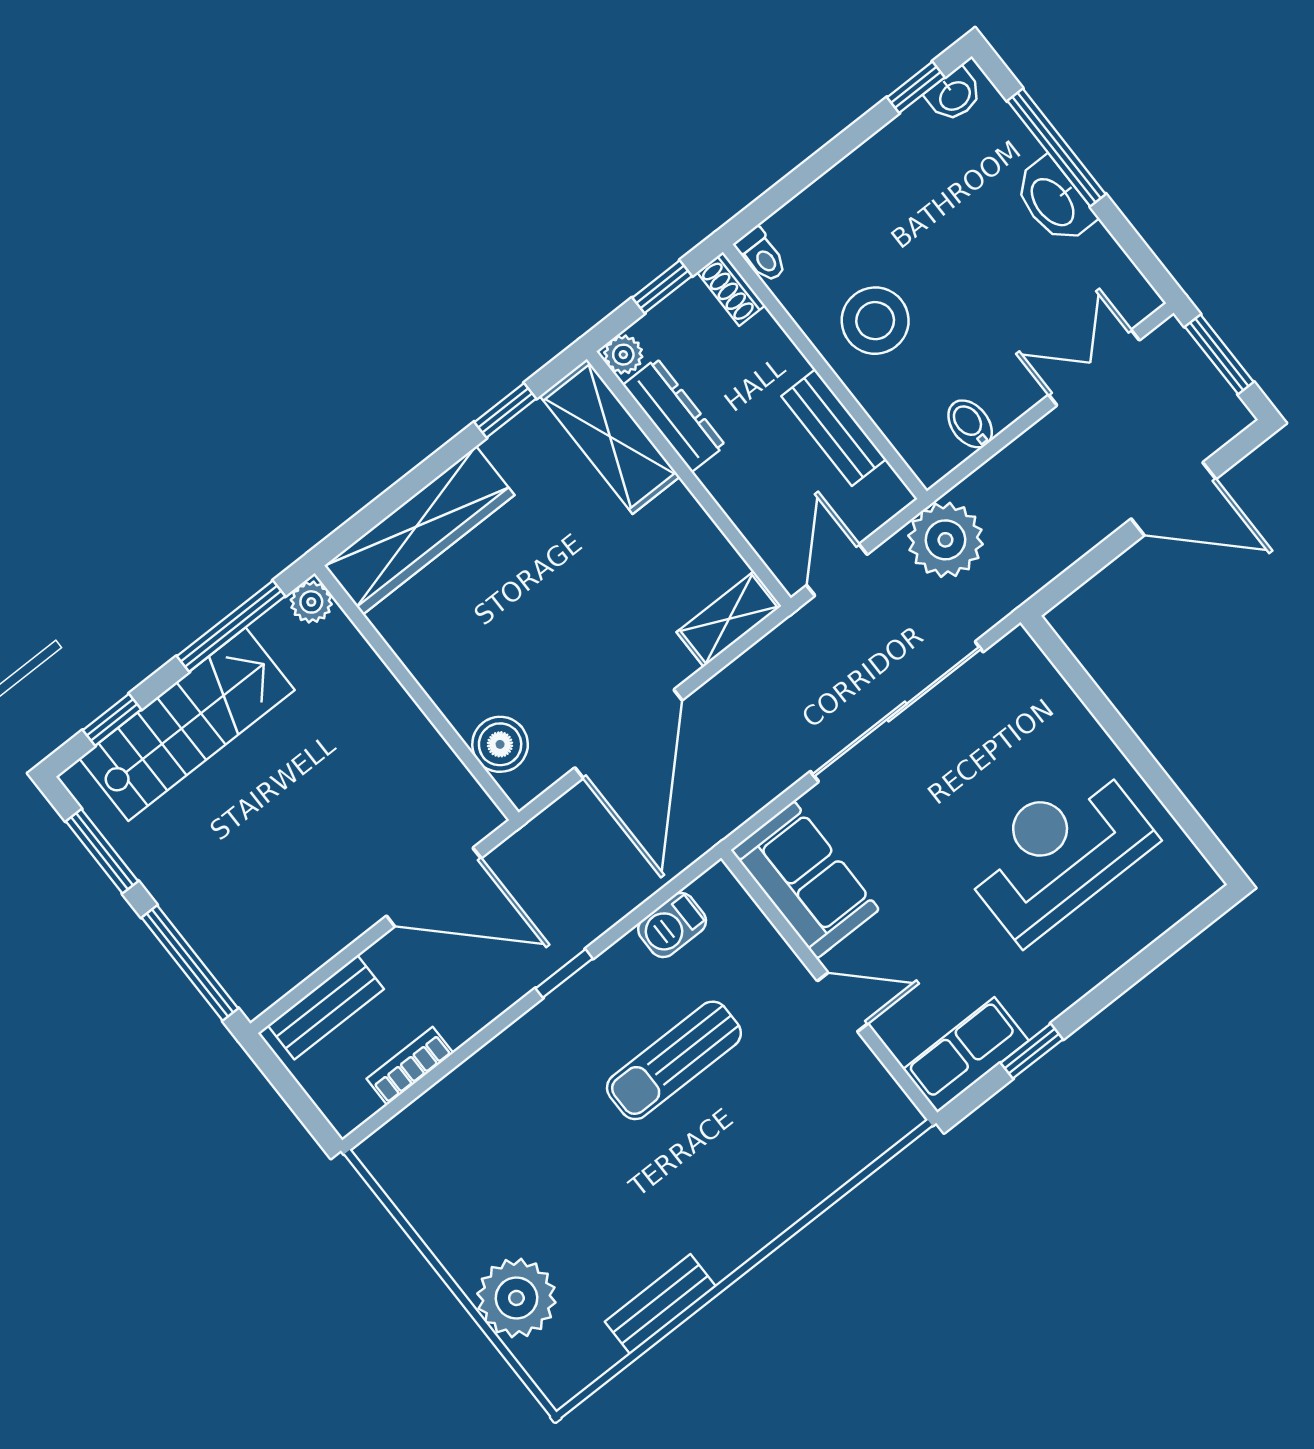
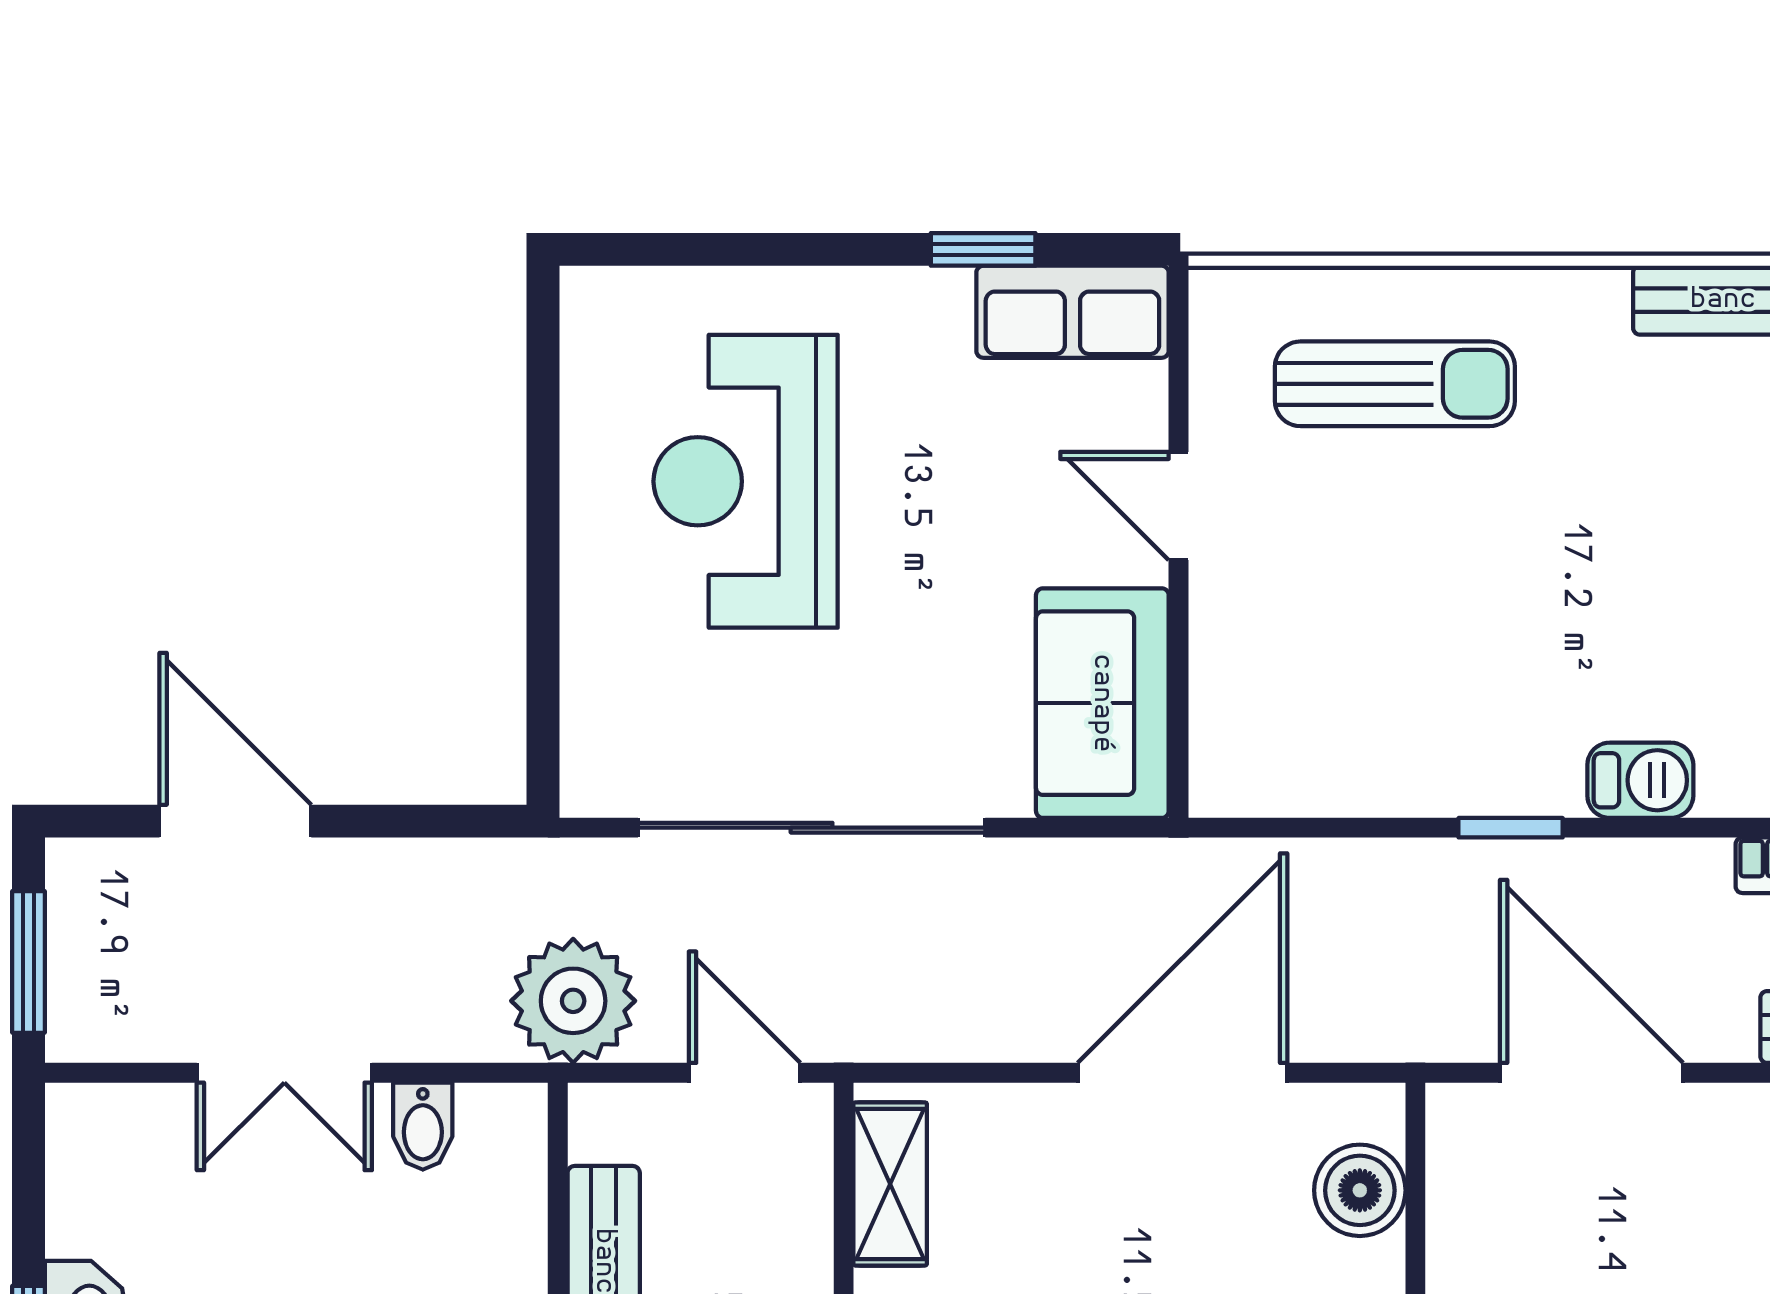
double door: (1094, 368) -> (284, 1073), moved
door: (837, 570) -> (745, 1073), swing flipped
shelving: (729, 619) -> (890, 1184), moved, turned 90
reception desk: (1058, 852) -> (746, 481), turned 90
barbecue: (672, 925) -> (1640, 780), moved
sun lounger: (674, 1060) -> (1395, 384), moved

